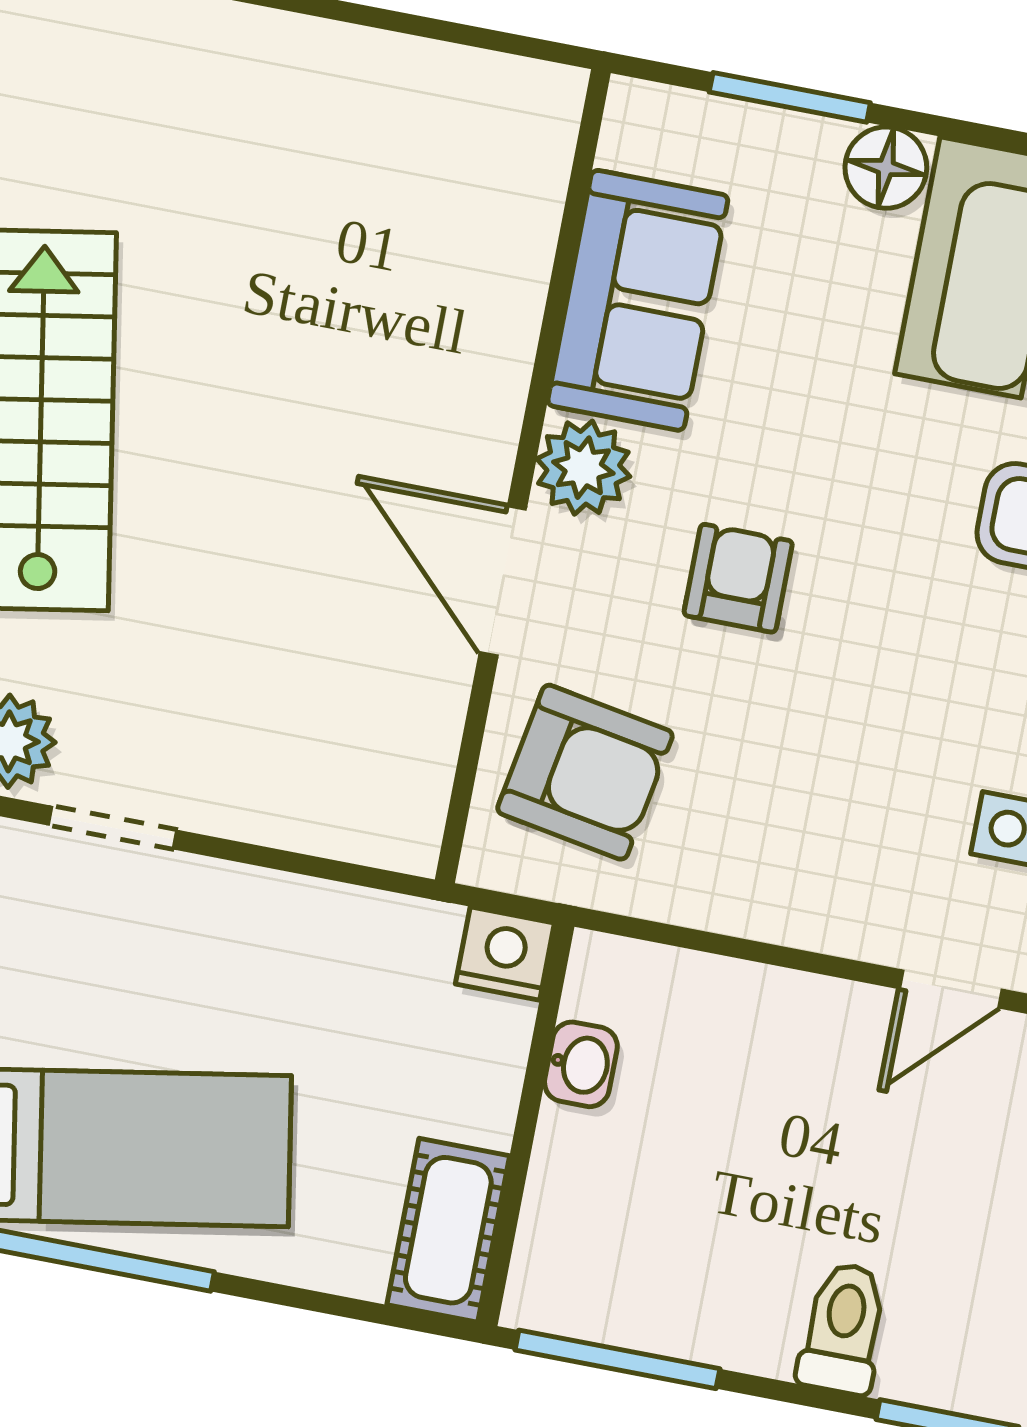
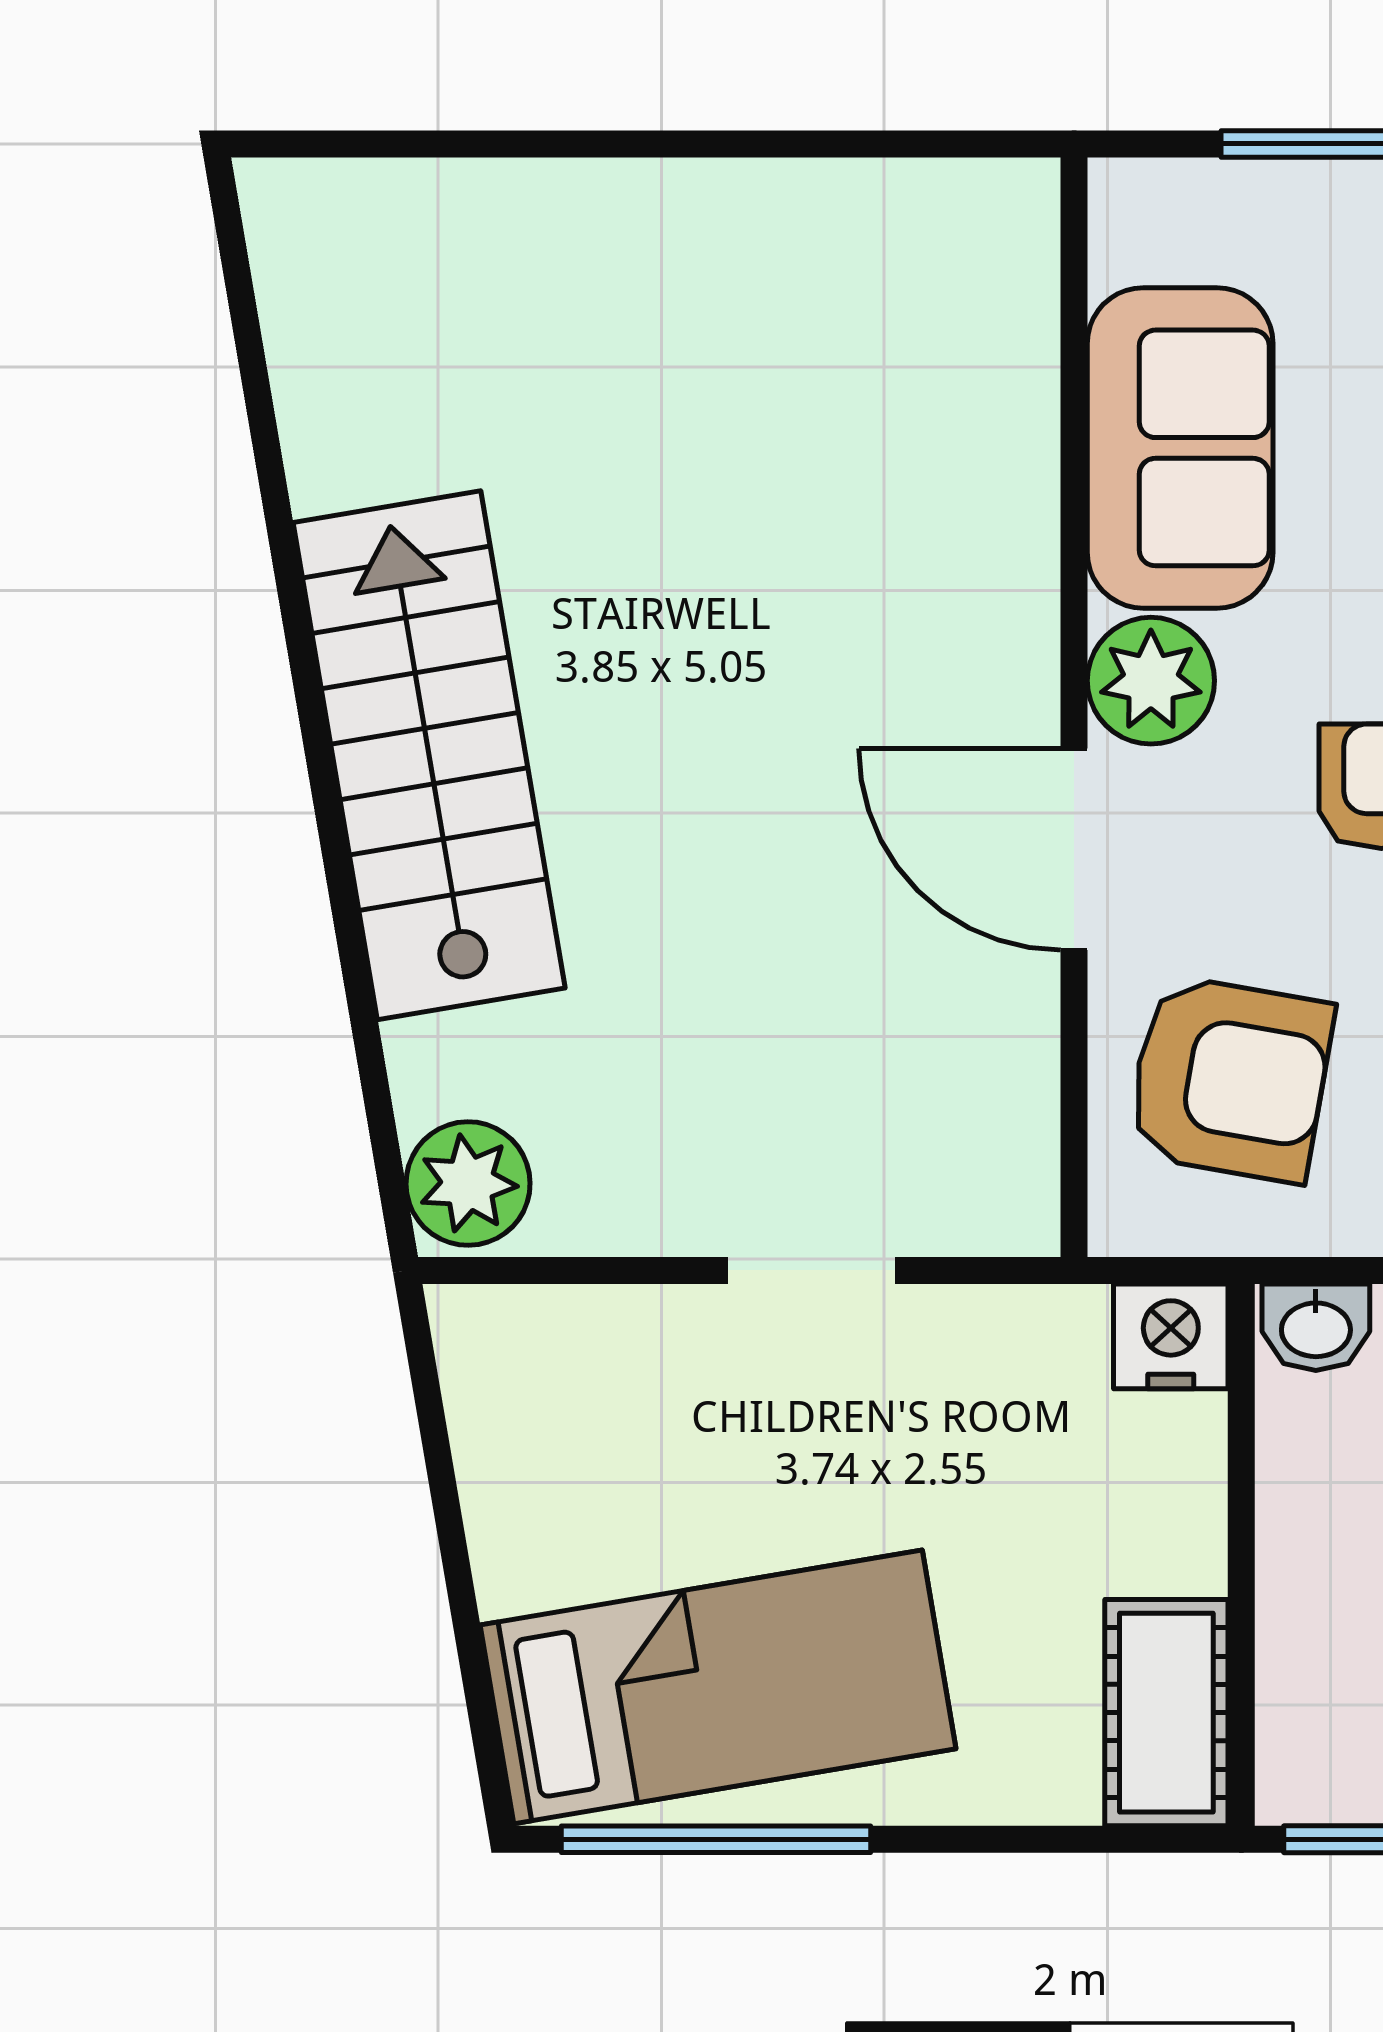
doorway: (113, 828) -> (811, 1270), moved
washbasin: (581, 1064) -> (1316, 1327), moved, turned 90

